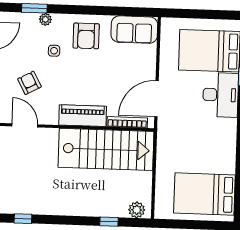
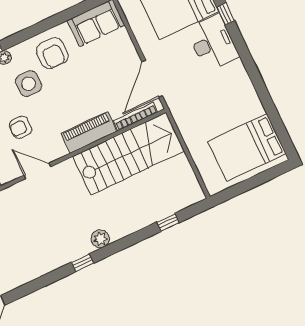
side table: (54, 51) -> (28, 84), width x1.87, depth x1.87
armchair: (29, 83) -> (21, 127), turned -62
plant: (137, 210) -> (100, 239), moved

